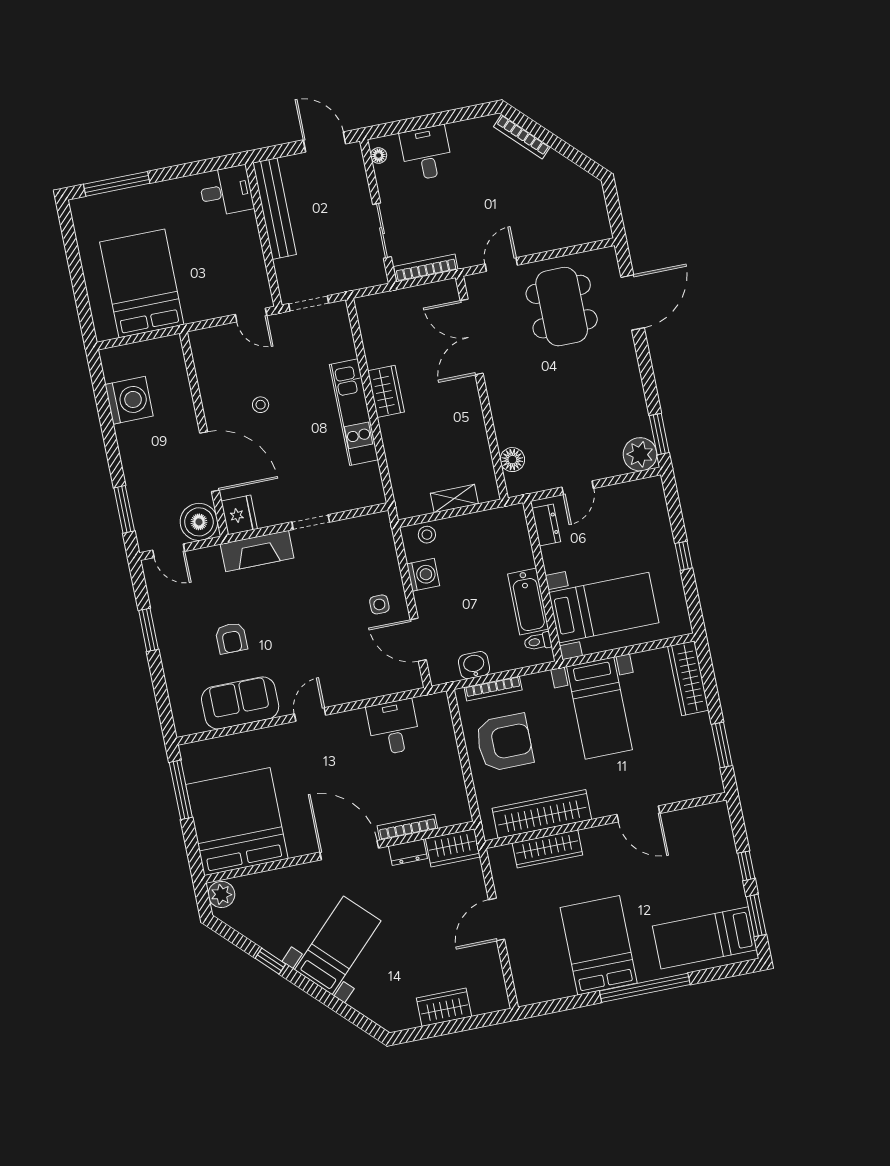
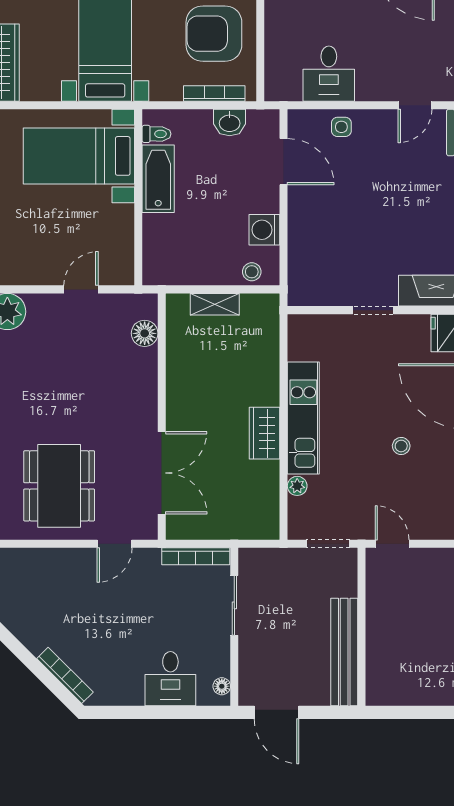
desk: (226, 191) -> (392, 681), removed
plant: (347, 350) -> (297, 486), added
dresser: (546, 525) -> (123, 256), removed
side table: (379, 604) -> (341, 127), moved

